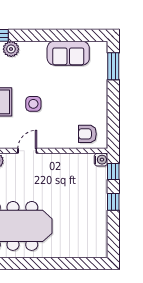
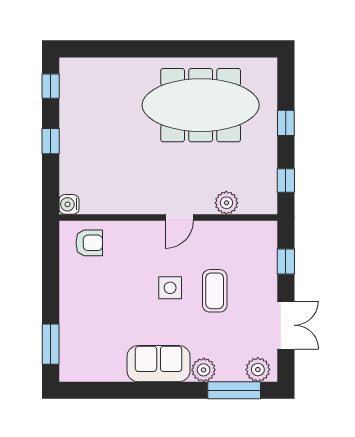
sofa: (68, 53) -> (159, 364), moved
window: (113, 171) -> (51, 86), moved

